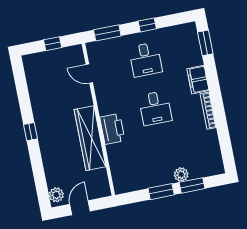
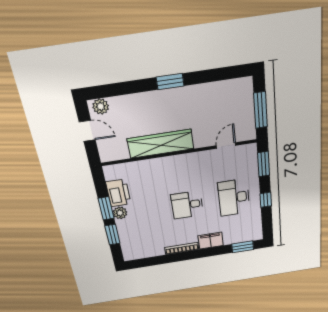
window: (53, 44) -> (260, 110), width x2.17
desk: (146, 59) -> (234, 198), width x1.37
printer: (112, 129) -> (118, 193), moved, turned -90
window: (30, 132) -> (170, 82), width x1.50
plant: (181, 174) -> (120, 213), moved

